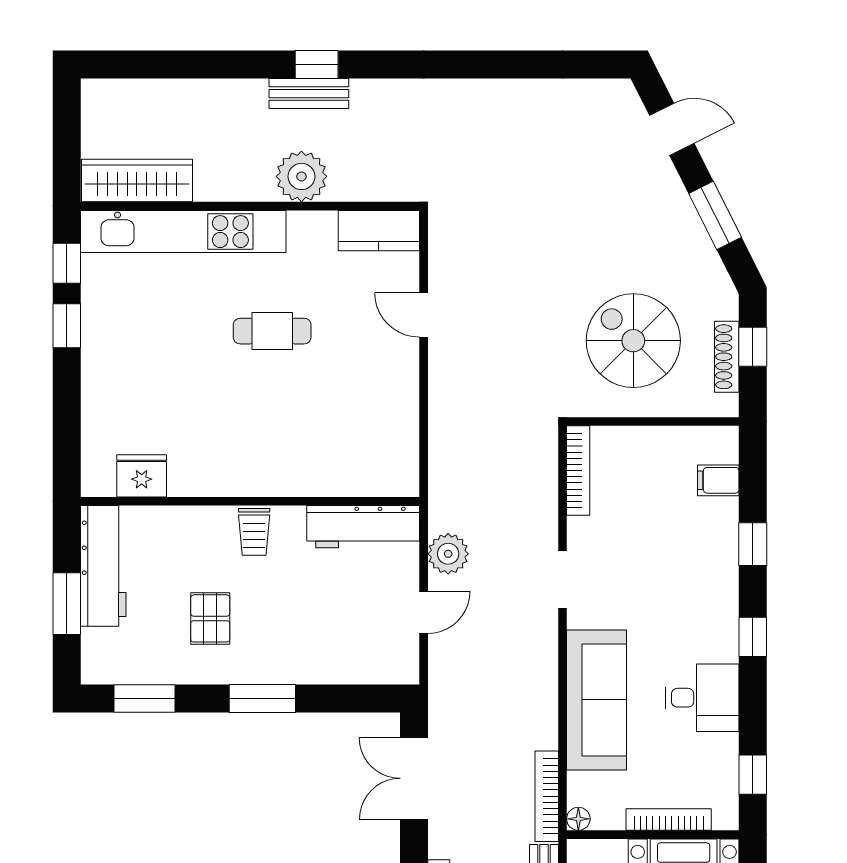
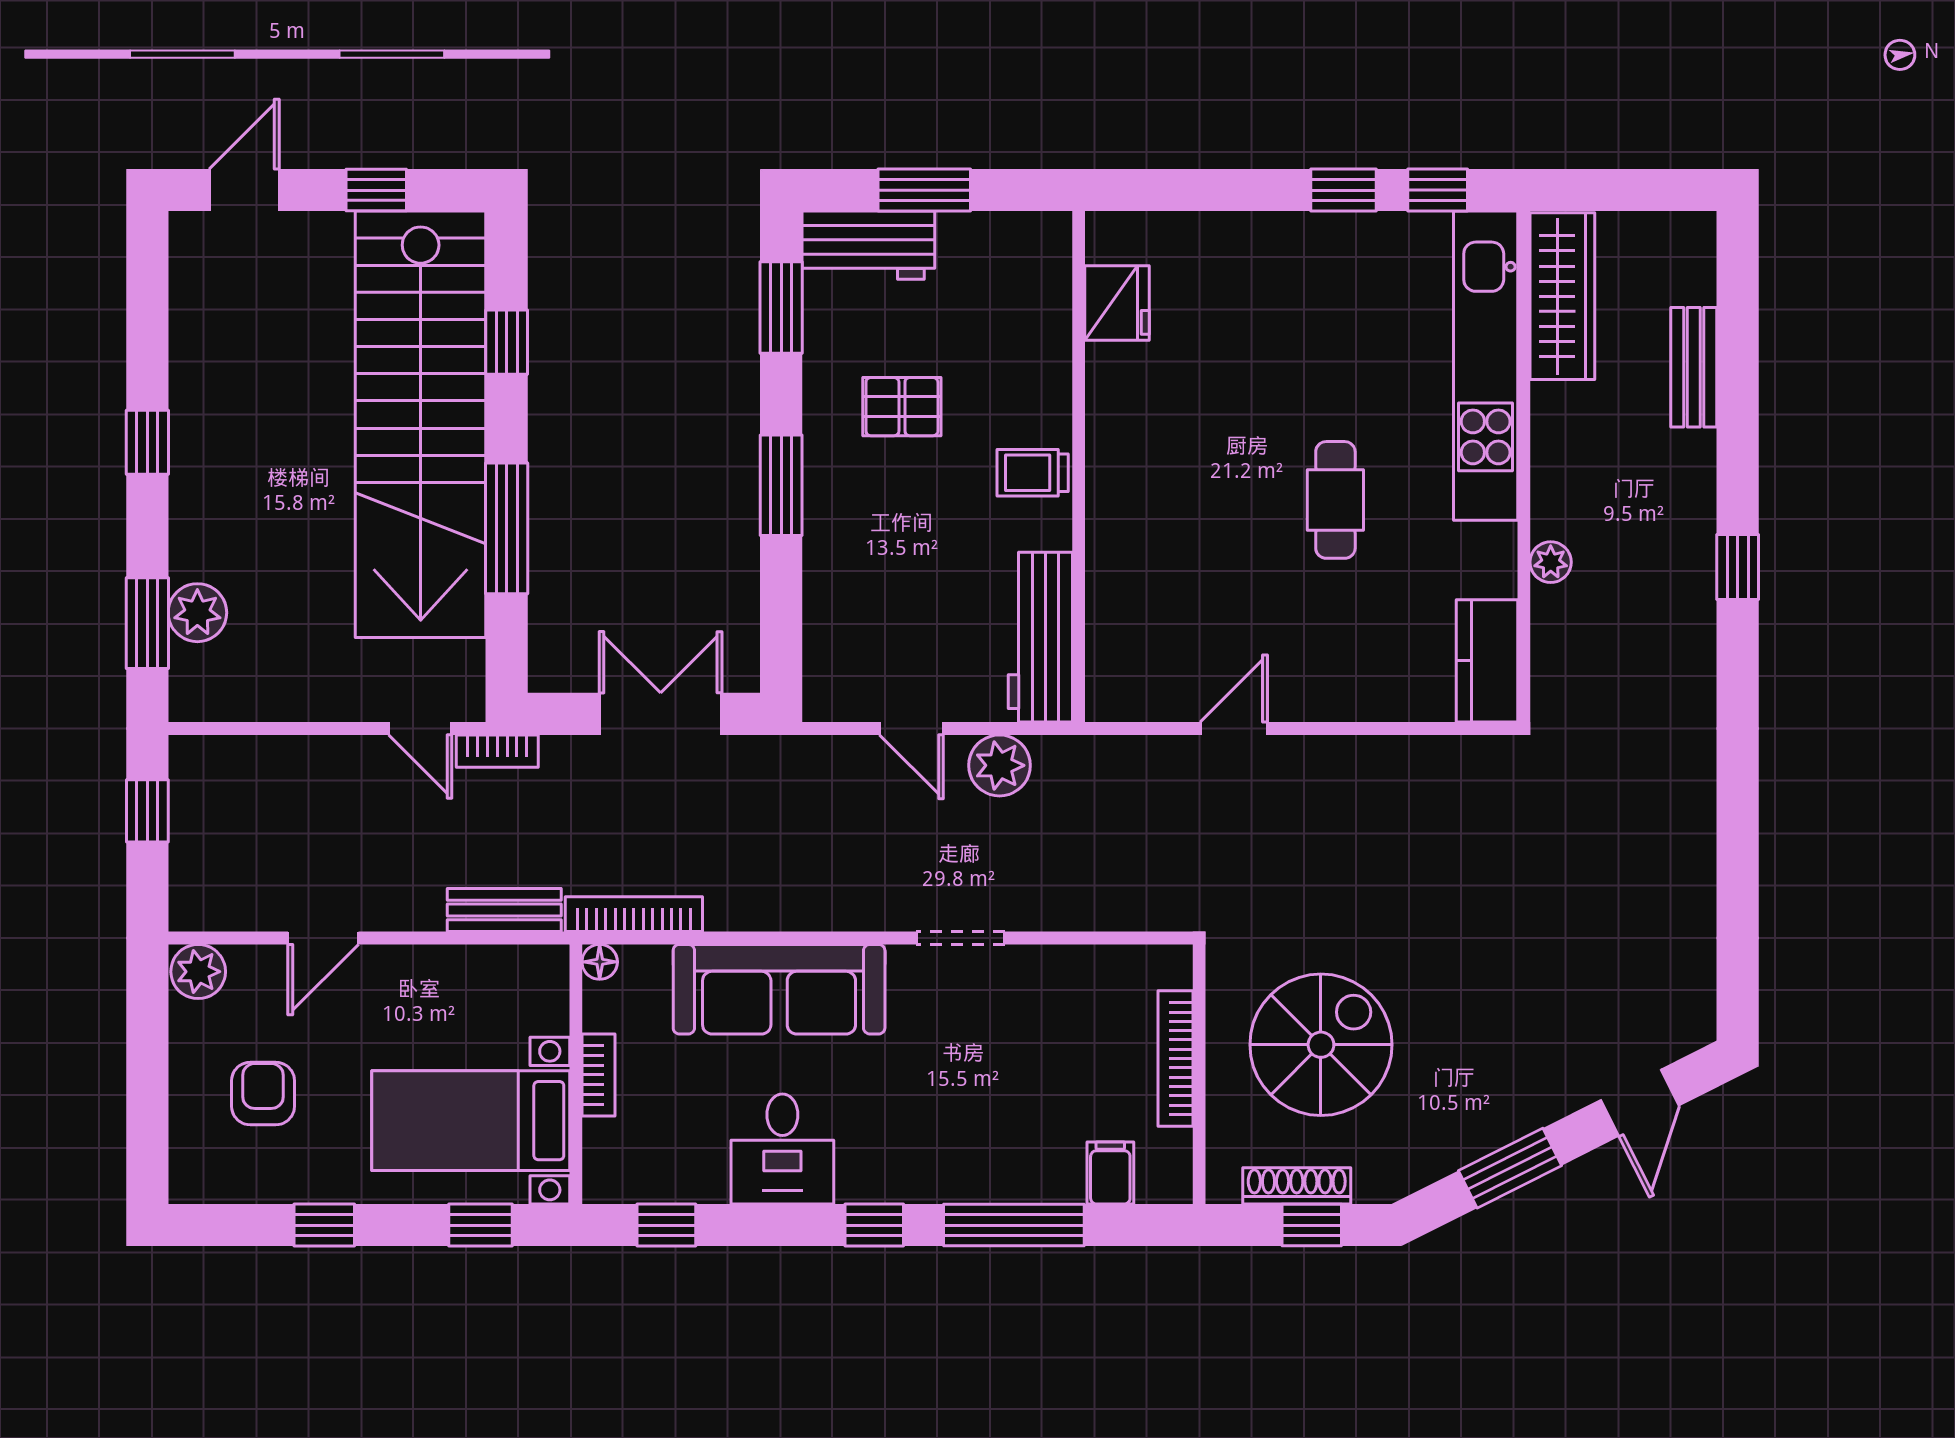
bench: (309, 94) -> (1694, 367), moved
plant: (301, 176) -> (1551, 562), width x0.53, depth x0.53
door: (424, 315) -> (1234, 728), moved
bookcase: (578, 471) -> (1175, 1059), moved, turned 90
window: (753, 544) -> (1014, 1225), width x2.17
workbench: (103, 566) -> (868, 245), moved, width x0.73
bookcase: (669, 820) -> (599, 1075), width x0.64

